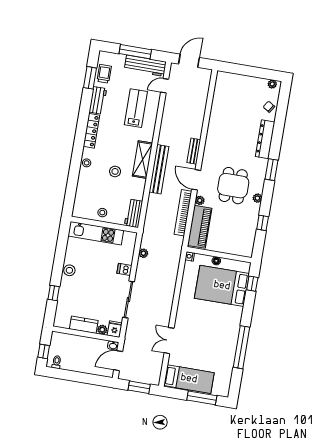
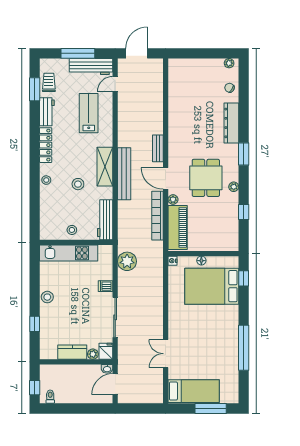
workbench: (134, 213) -> (105, 220), width x1.37
plant: (143, 253) -> (127, 261), width x1.88, depth x1.88
window: (139, 387) -> (142, 408), removed

